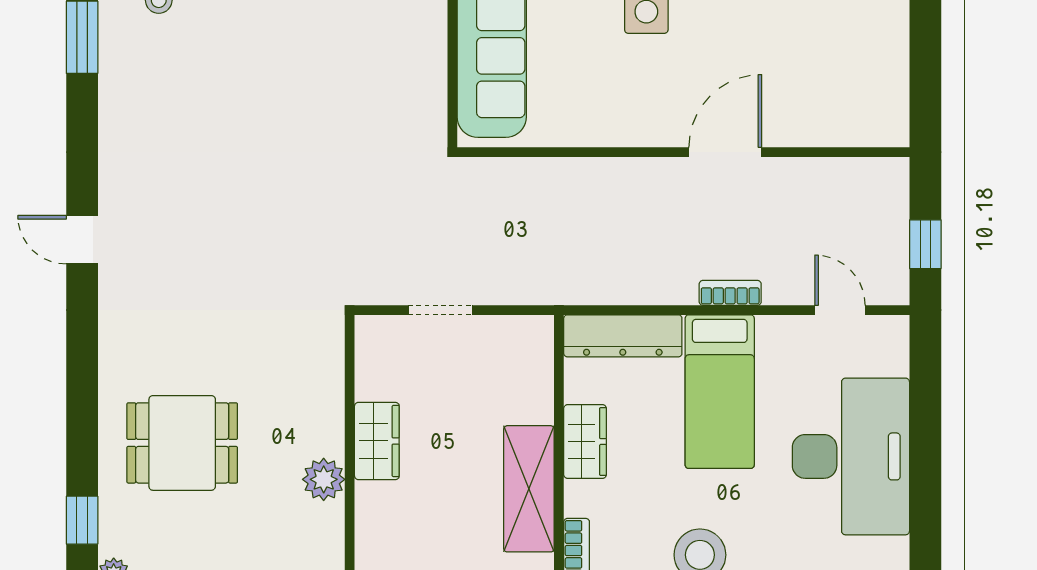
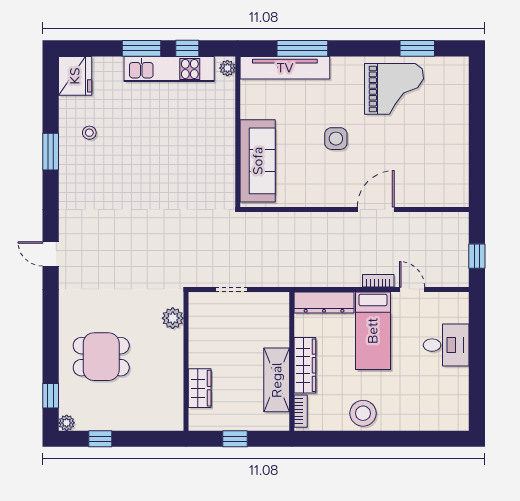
door: (840, 310) -> (412, 289), moved
wardrobe: (377, 441) -> (200, 388), moved
wardrobe: (585, 442) -> (305, 365), width x1.50
desk: (851, 456) -> (446, 345), width x0.53, depth x0.77
plant: (324, 479) -> (173, 318), moved

